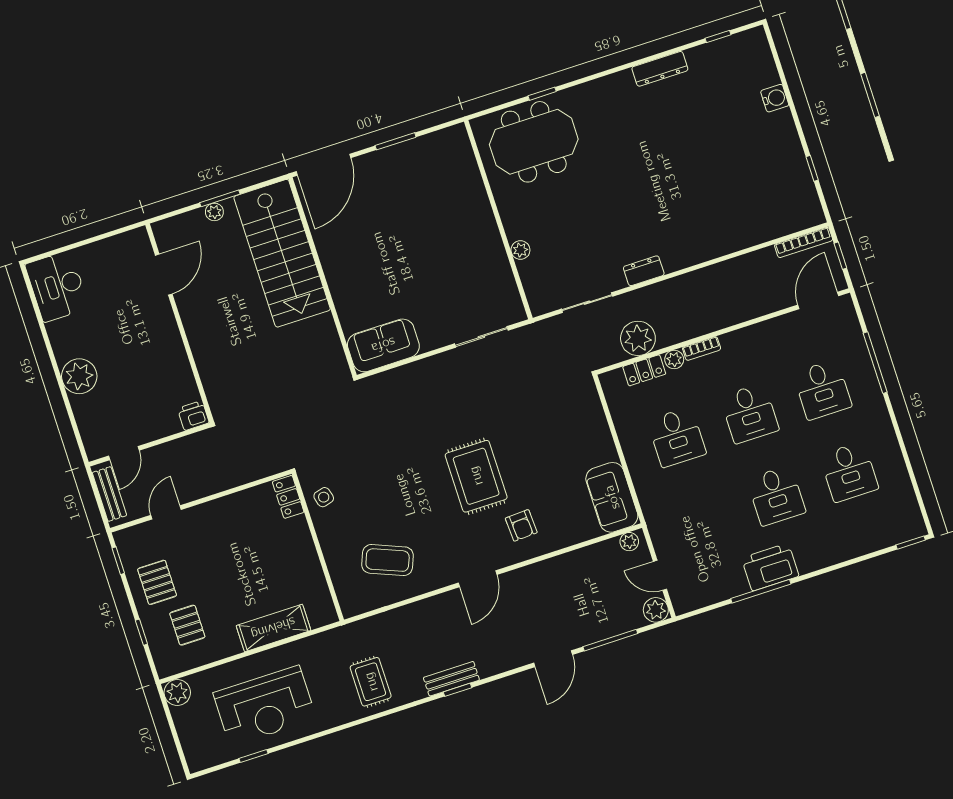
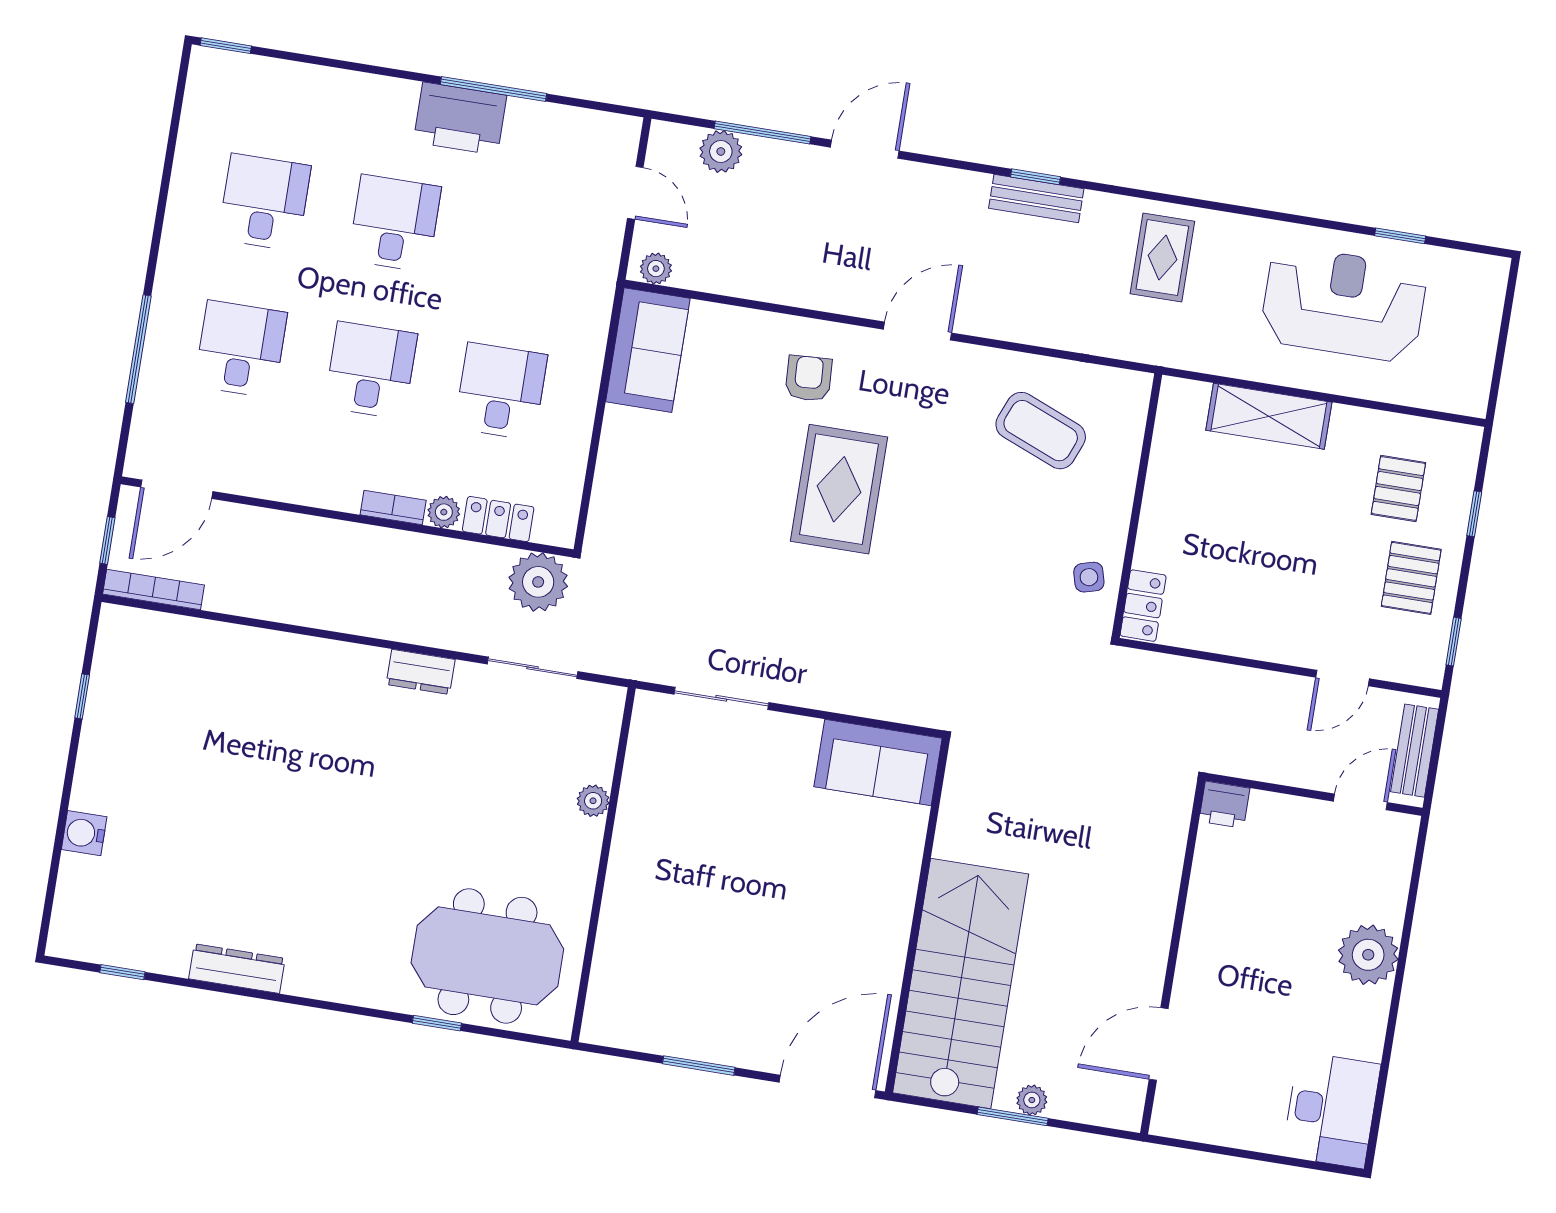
plant: (638, 338) -> (538, 582), moved
plant: (656, 610) -> (721, 151), moved
plant: (177, 693) -> (1467, 393), removed

